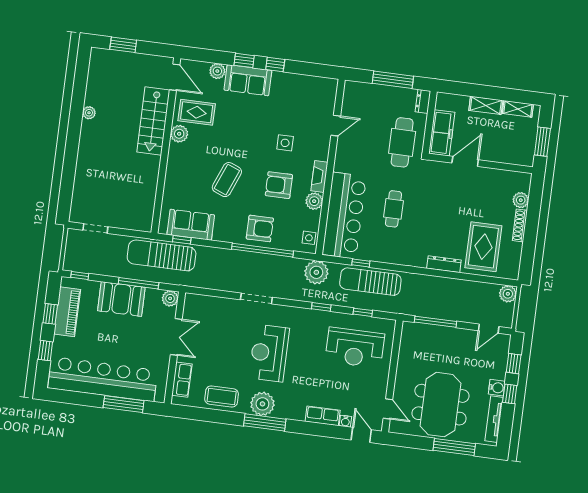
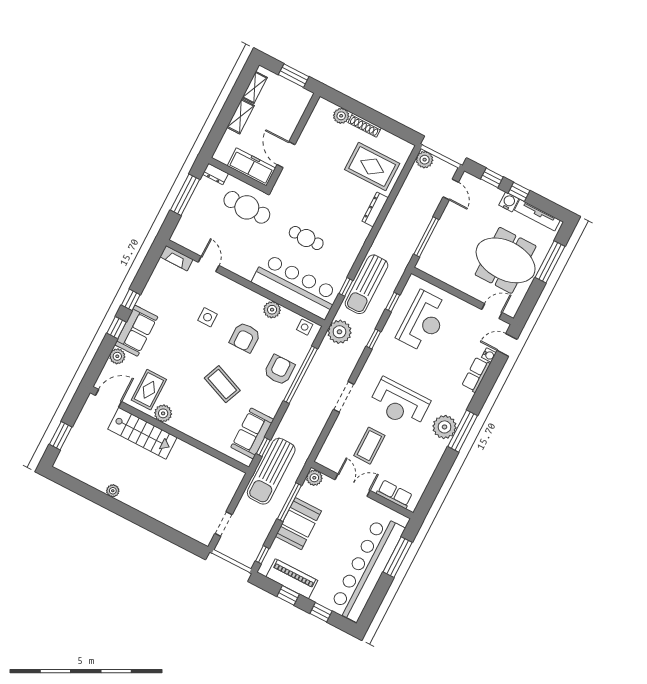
fireplace: (319, 176) -> (176, 258), moved
coffee table: (222, 397) -> (369, 446), moved

